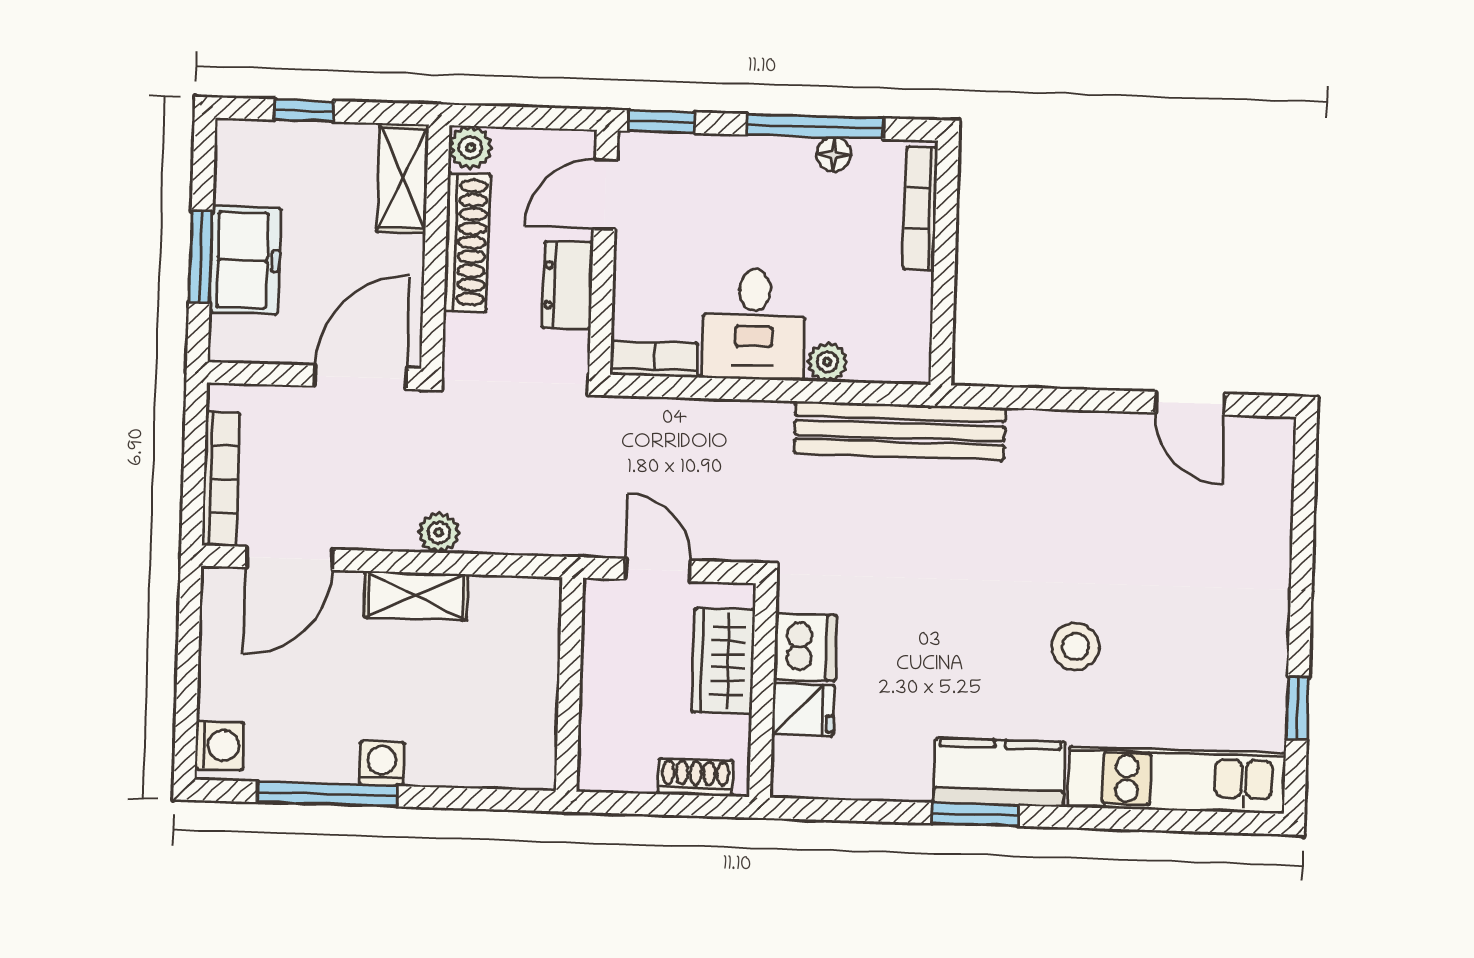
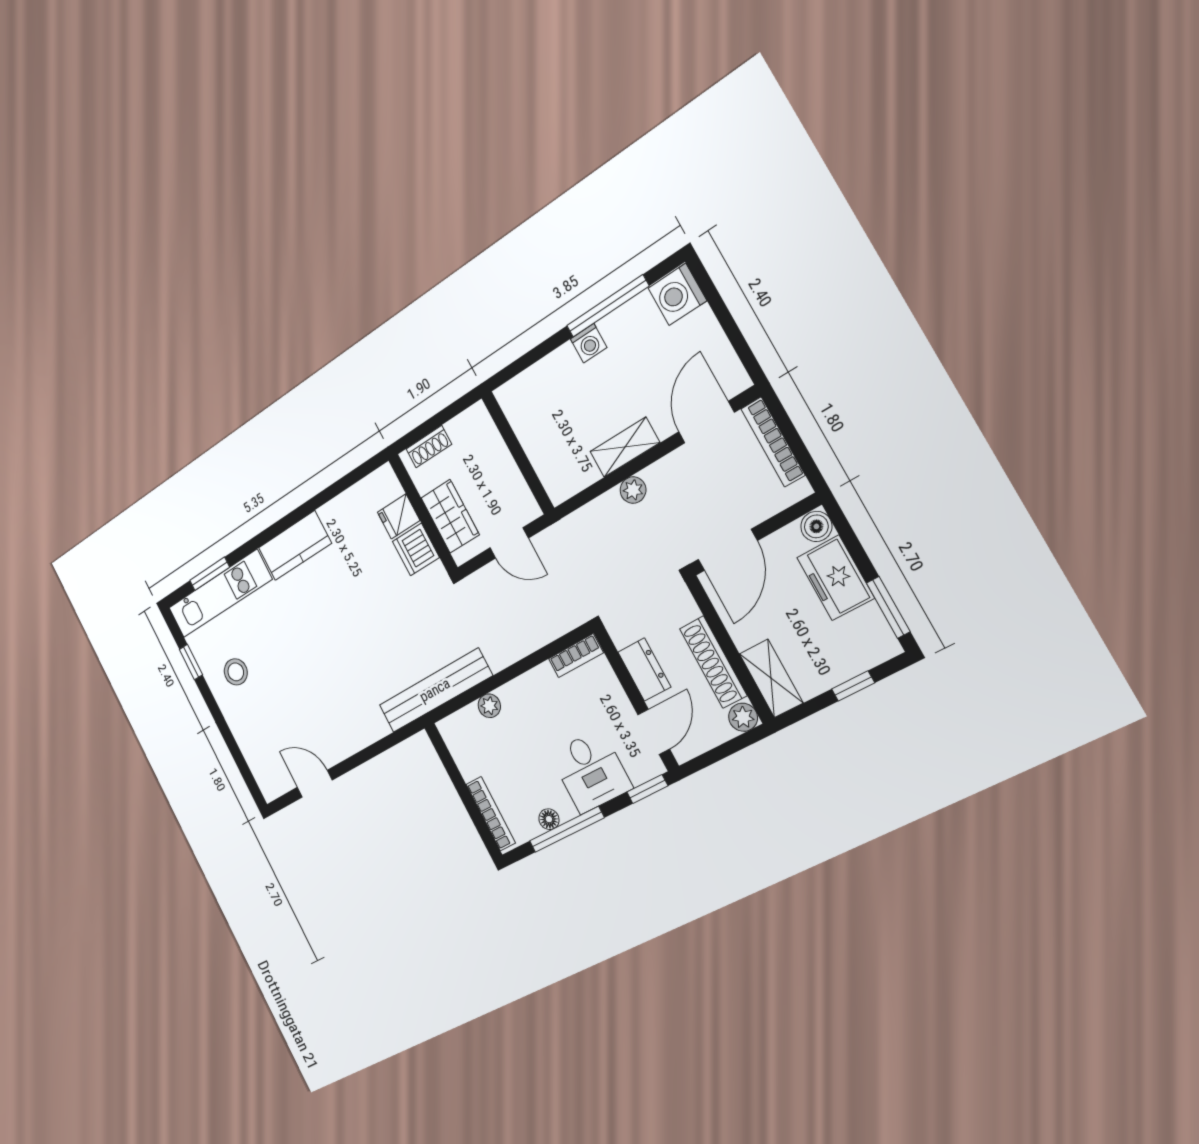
window: (201, 257) -> (888, 607), moved
desk: (754, 324) -> (591, 771), moved, turned 180
boiler: (231, 339) -> (816, 526), added
stool: (1075, 646) -> (236, 672), moved
washing machine: (220, 745) -> (677, 294), width x1.38, depth x1.38
window: (975, 814) -> (210, 574), moved

